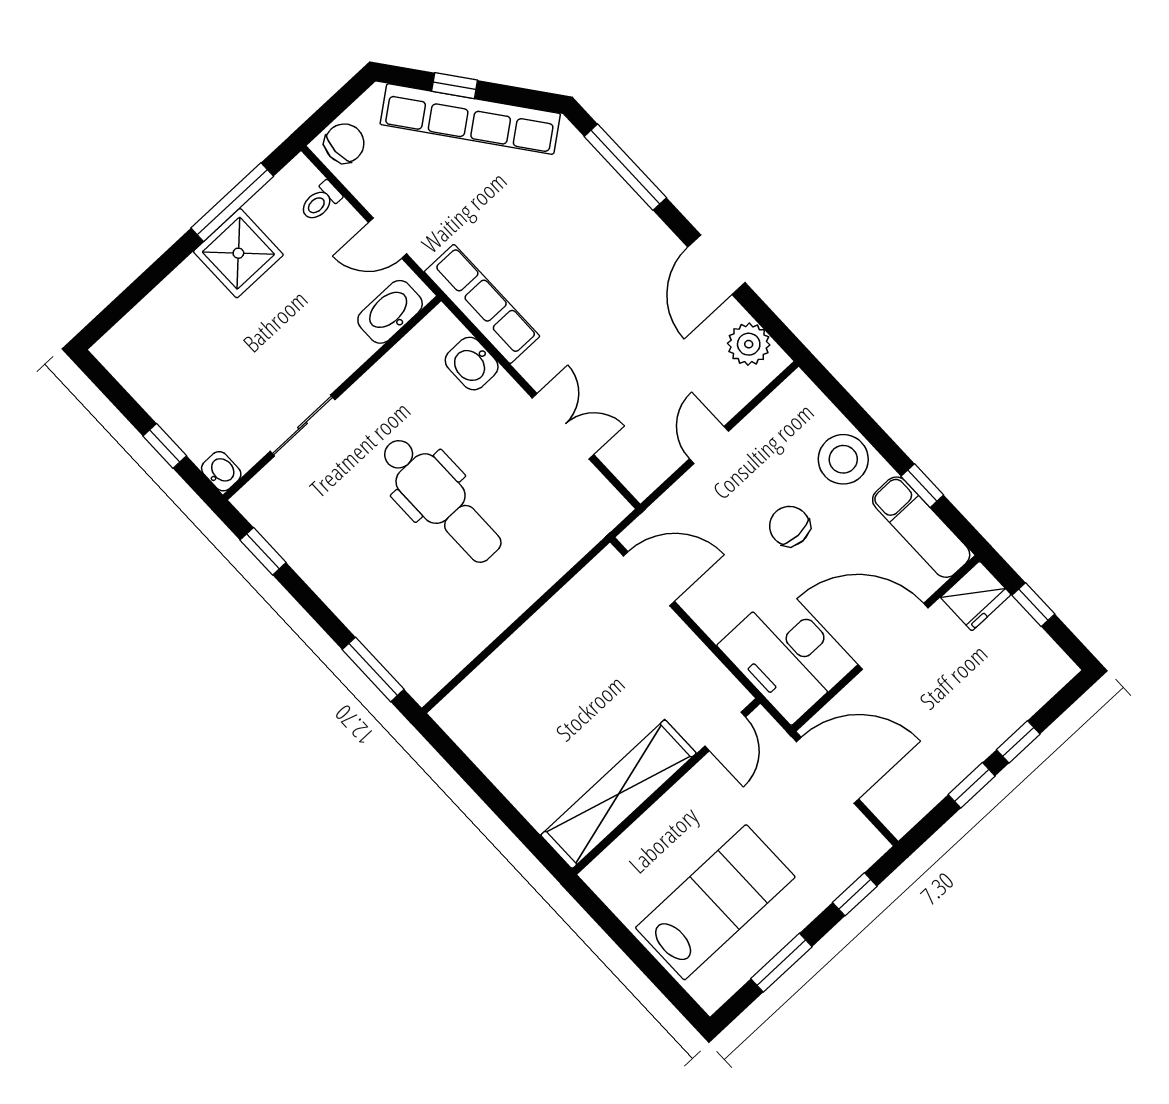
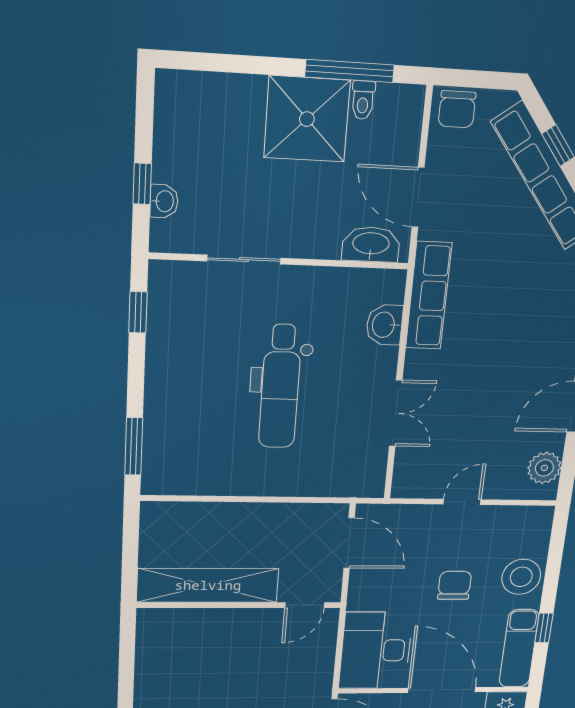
chair: (344, 143) -> (457, 109), turned 90
toilet: (320, 201) -> (363, 100), moved, turned -90
door: (387, 238) -> (418, 197), width x1.38
shower: (238, 253) -> (307, 119), width x1.37, depth x1.37
washbasin: (221, 471) -> (164, 201), moved
door: (725, 731) -> (305, 605), moved
wall: (666, 786) -> (239, 605), moved
shelving: (618, 794) -> (208, 585), moved

